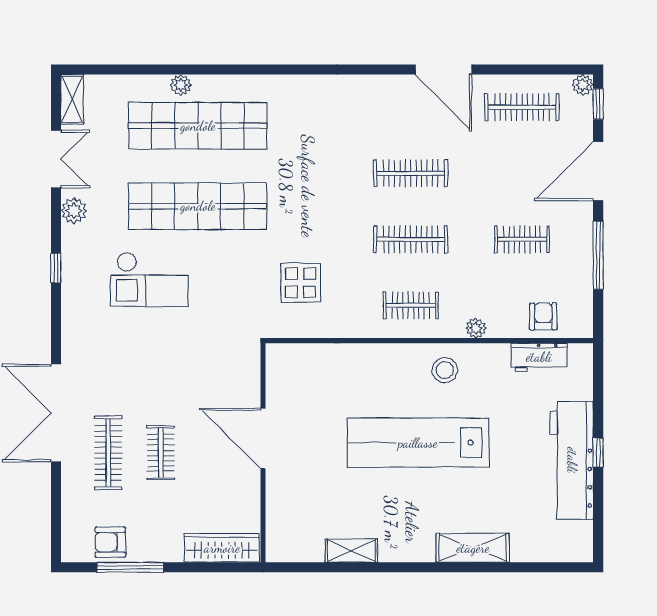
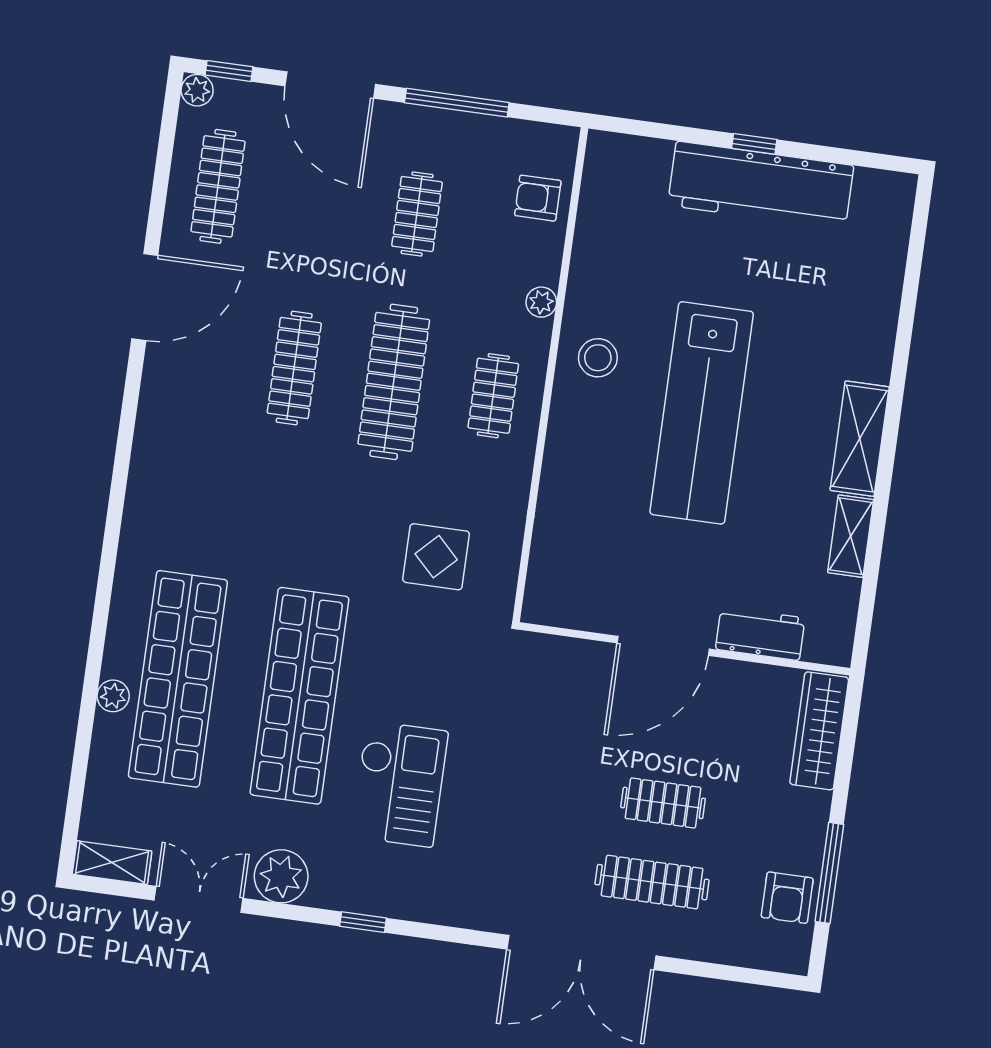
plant: (74, 211) -> (281, 876), width x1.36, depth x1.36
clothes rail: (411, 239) -> (394, 382), width x1.37, depth x1.31
workbench: (539, 357) -> (760, 634), moved, turned -90
shelving: (473, 548) -> (860, 439), moved

